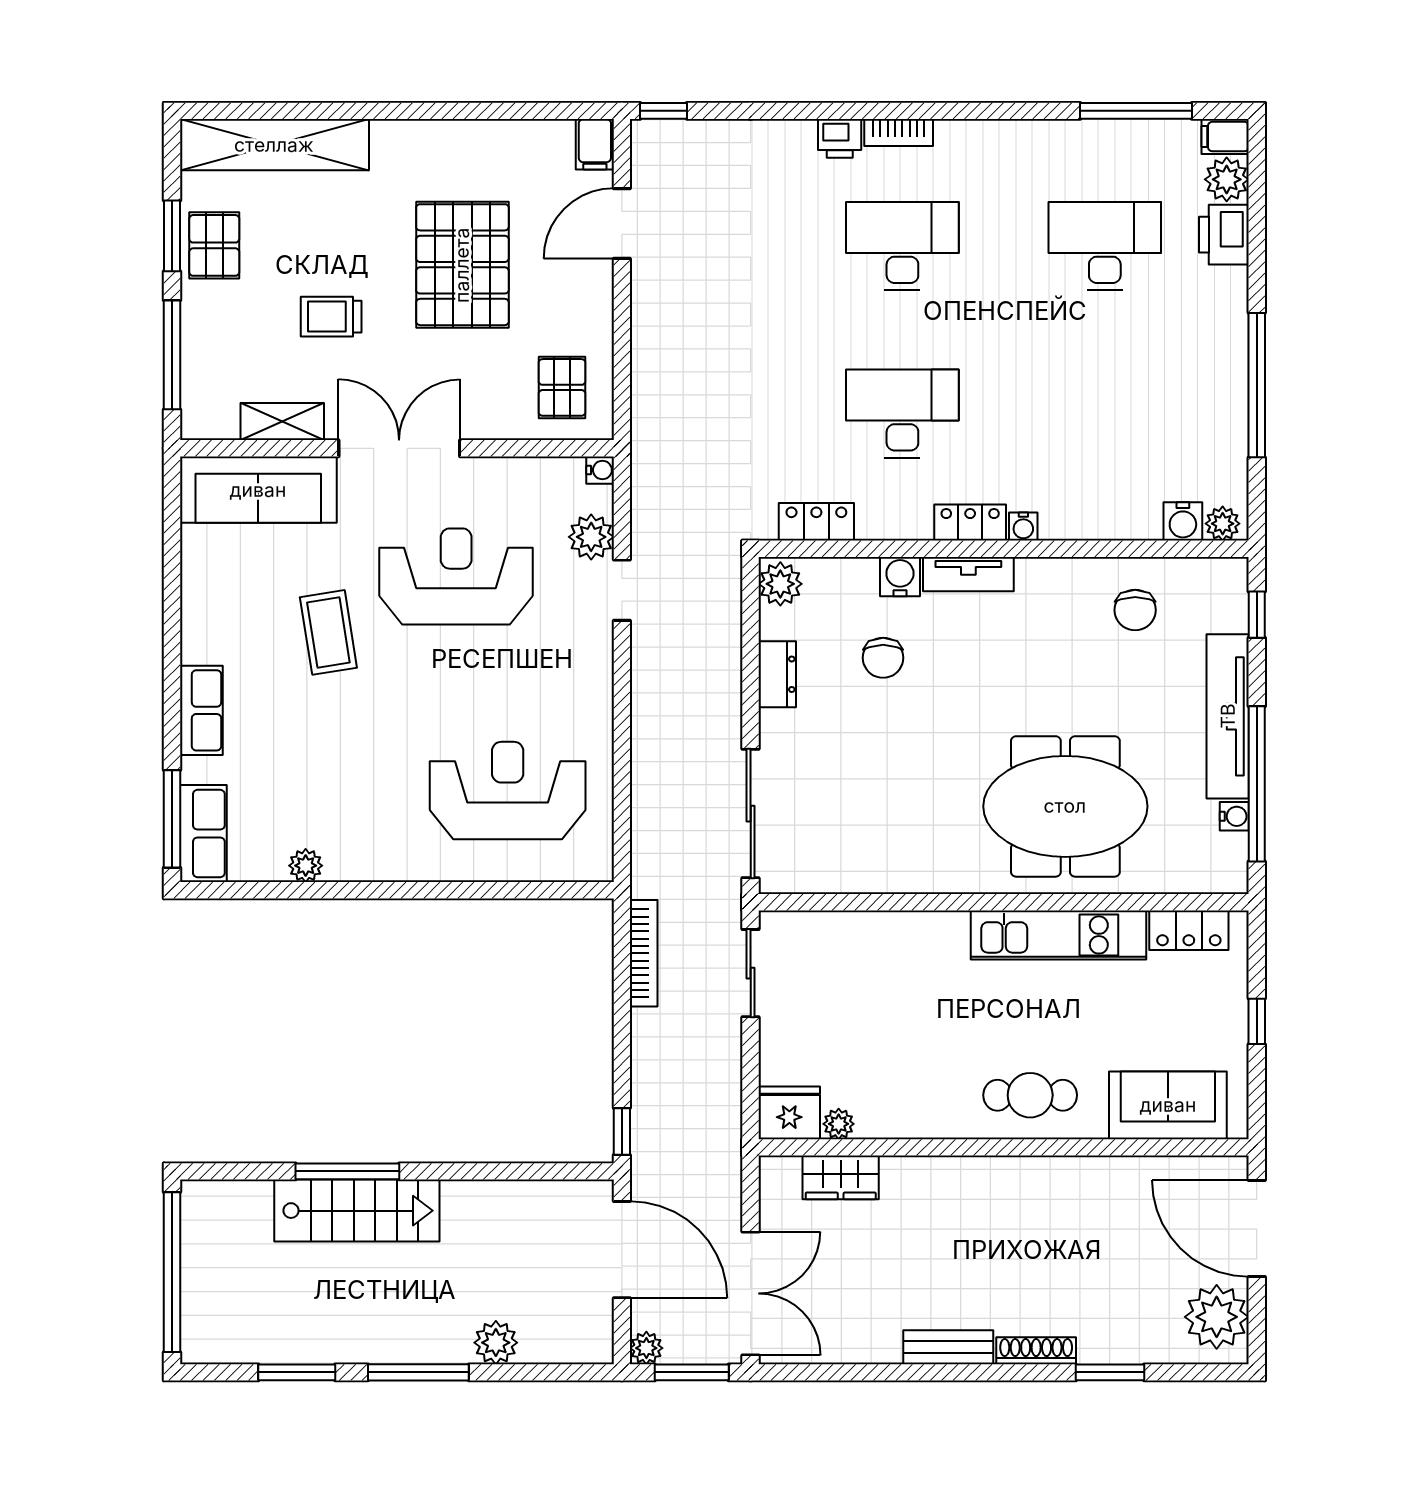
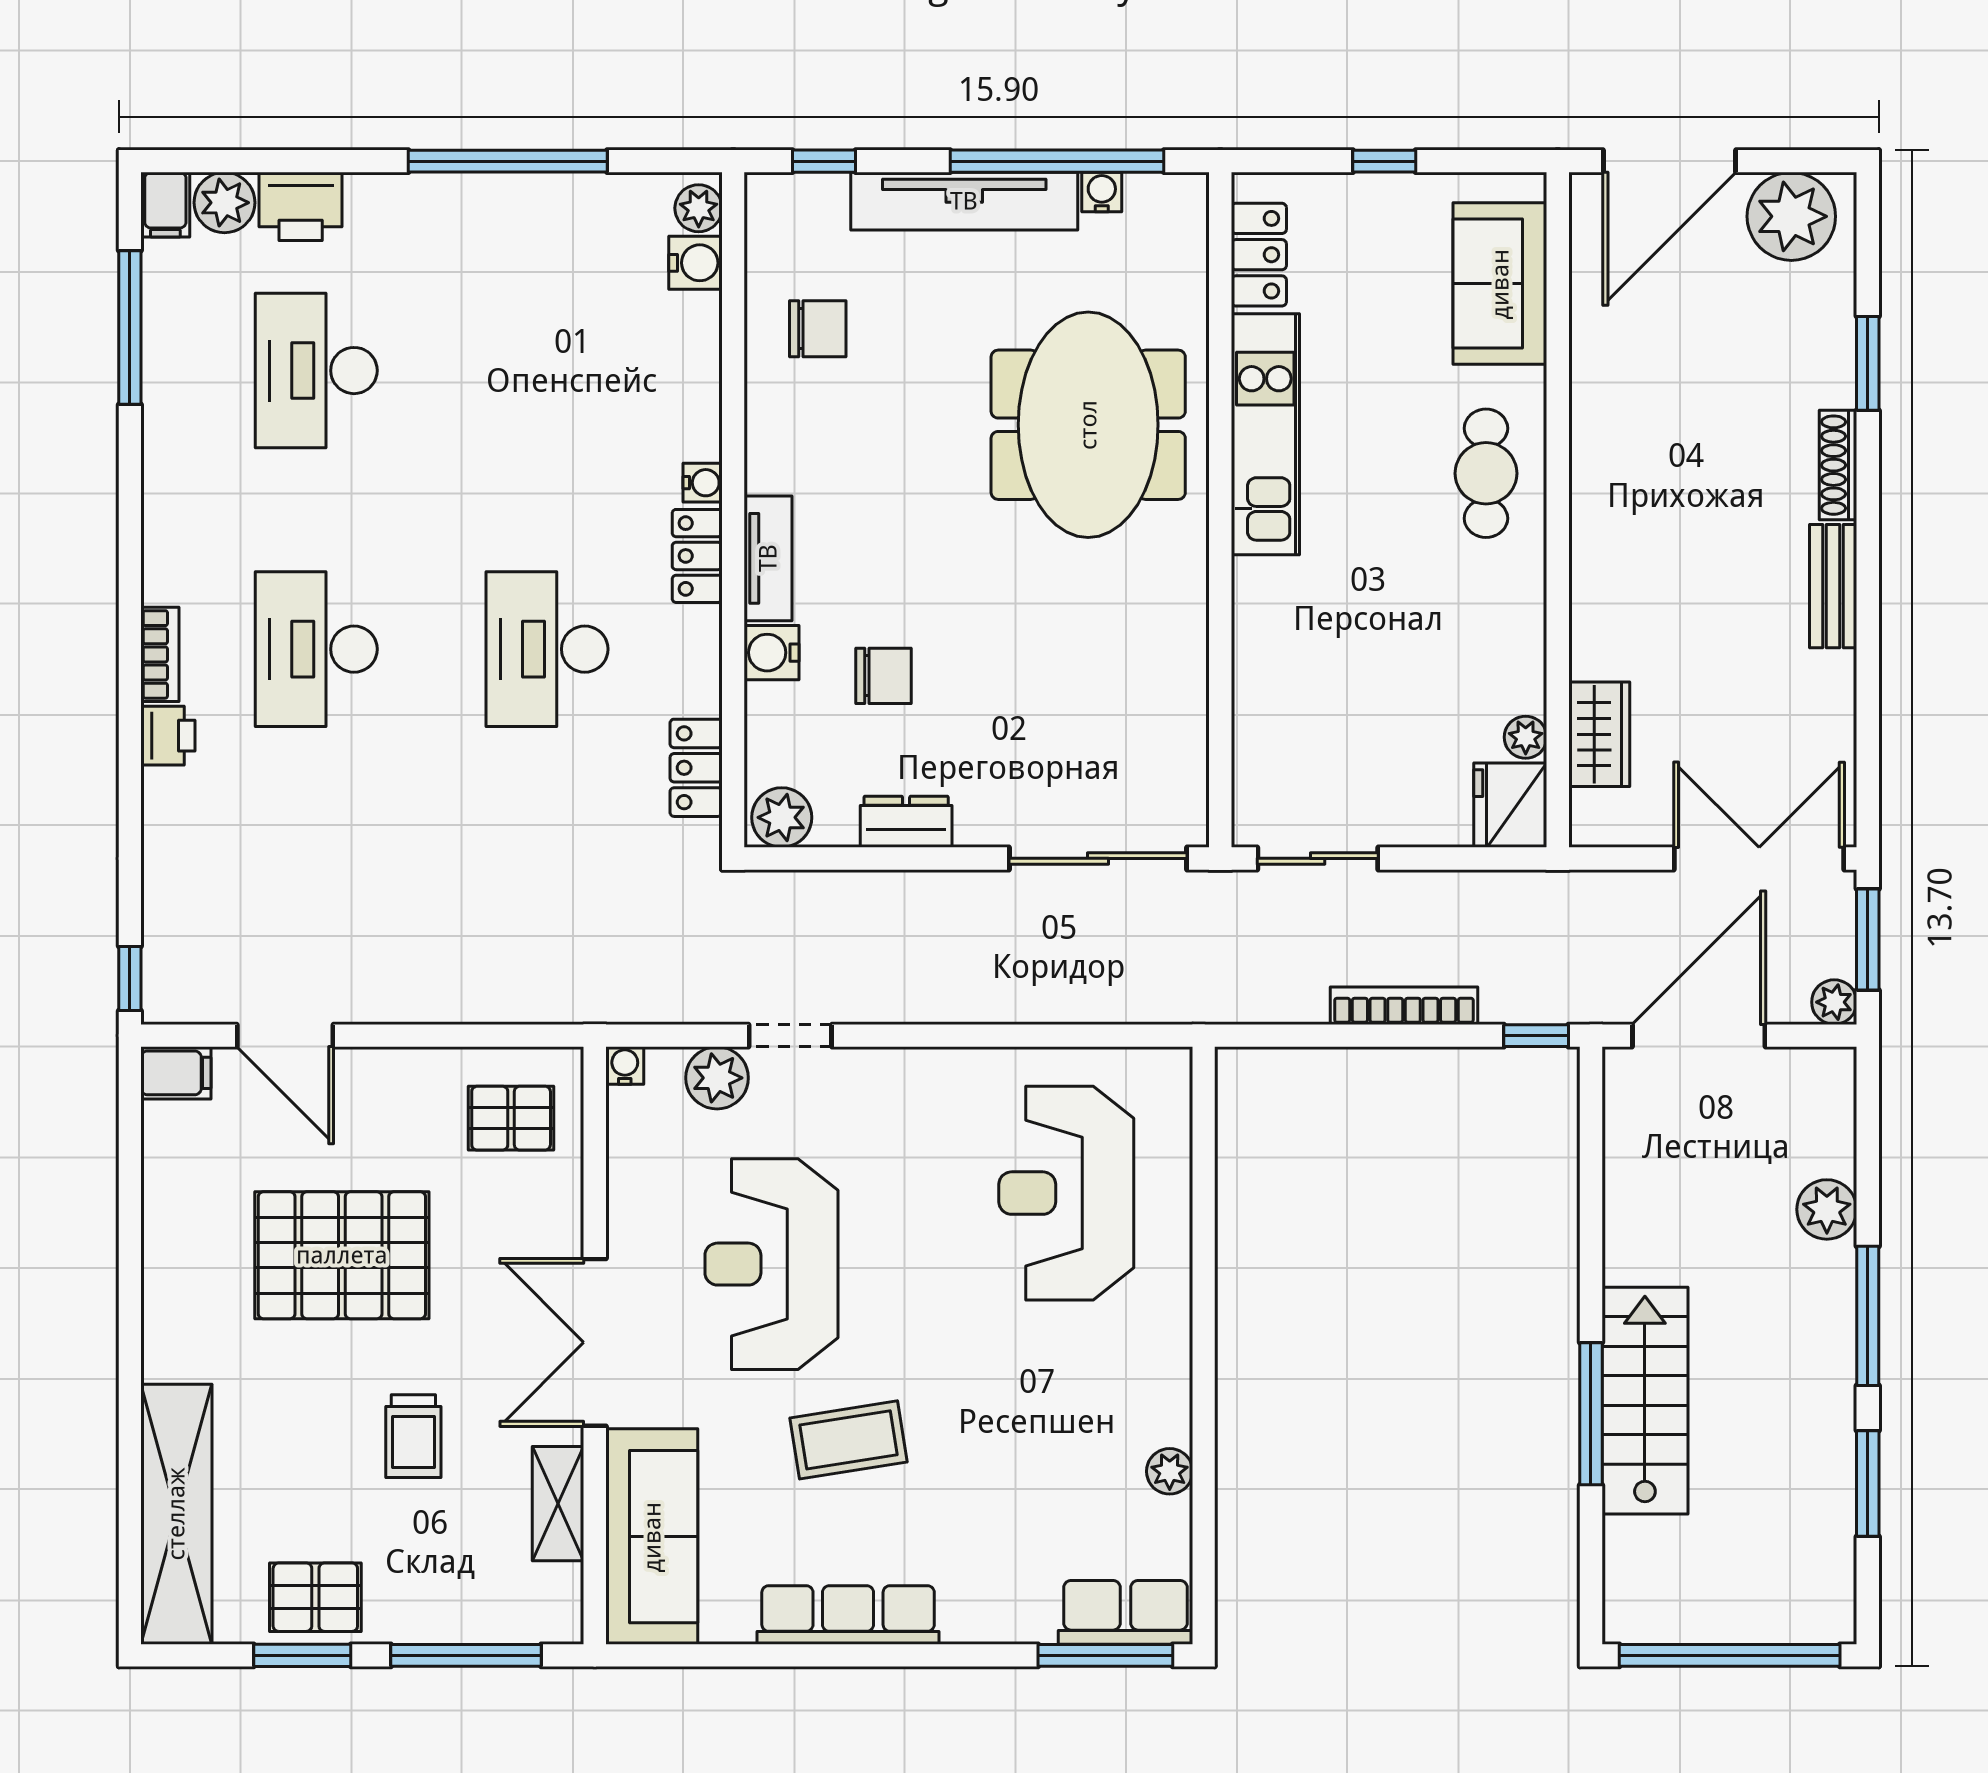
row of seats: (201, 710) -> (848, 1615), moved, width x1.48
bookcase: (644, 953) -> (1404, 1006), moved

